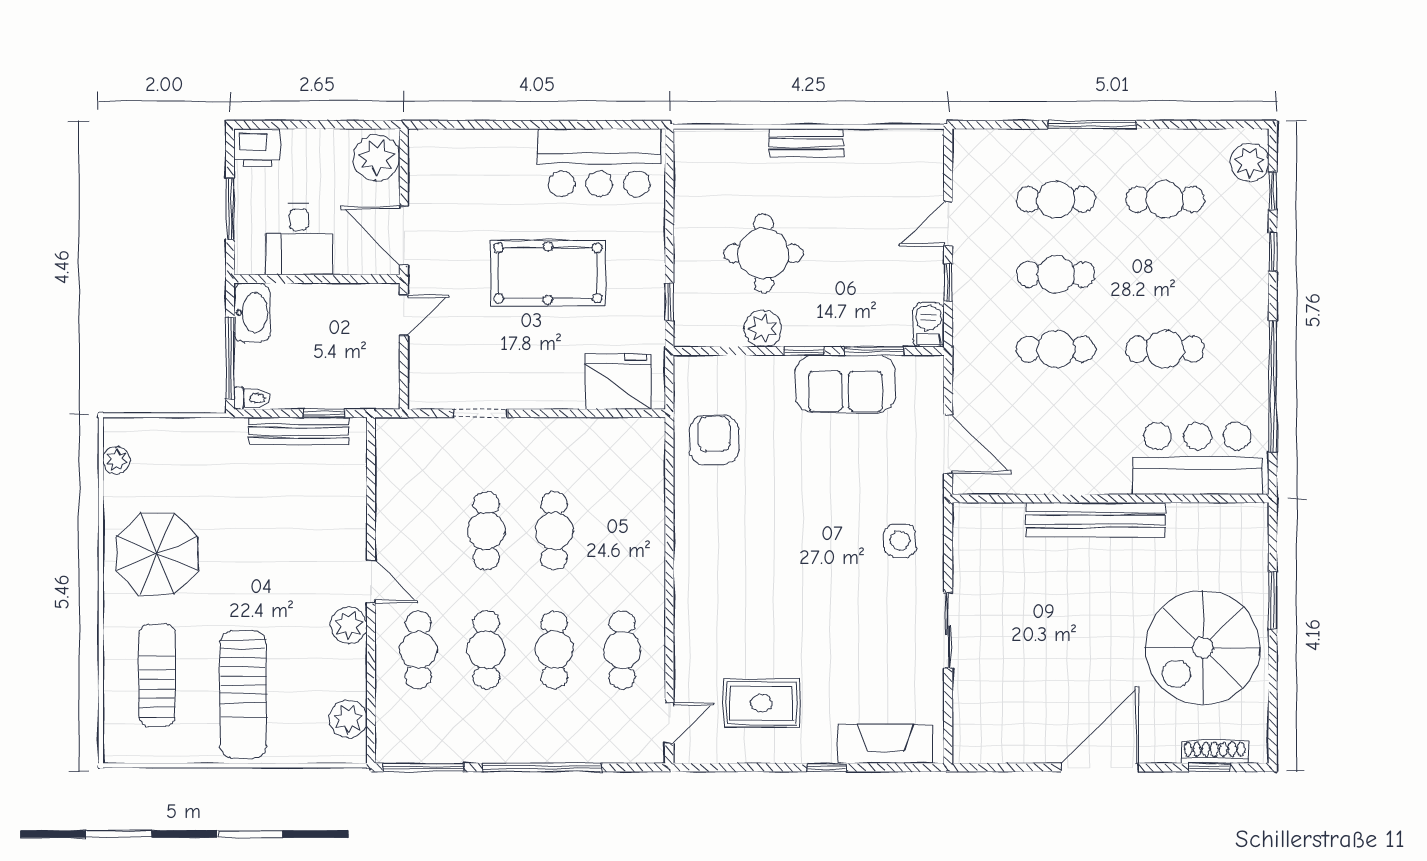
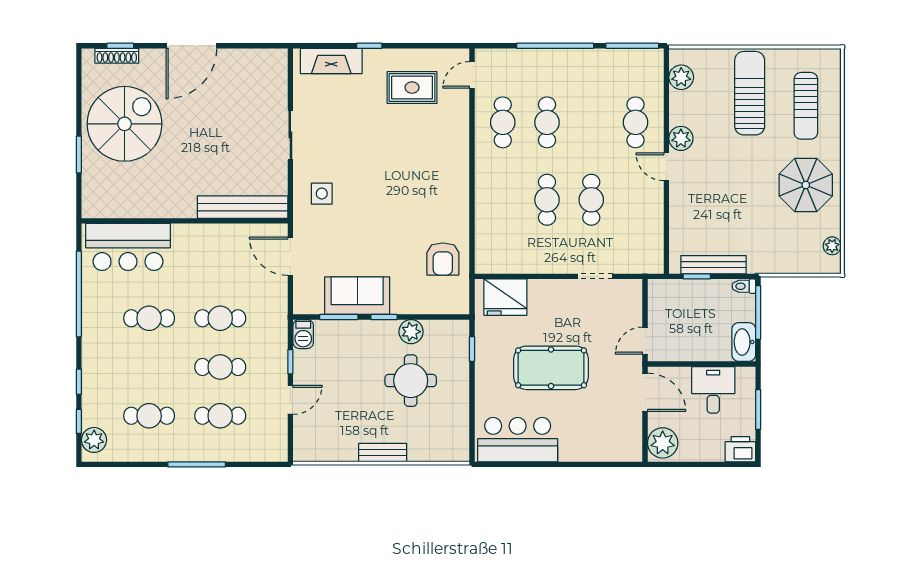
bench: (1096, 520) -> (243, 207), moved
cafe table: (486, 650) -> (591, 122), removed

